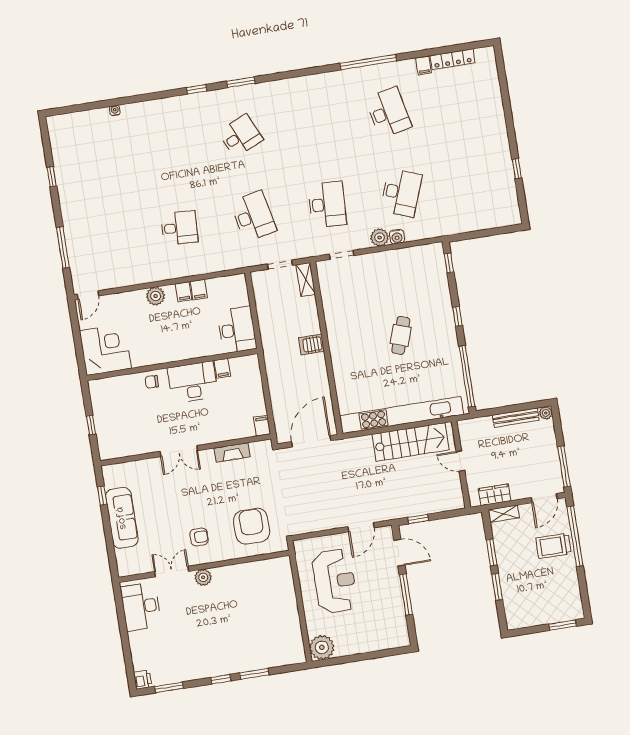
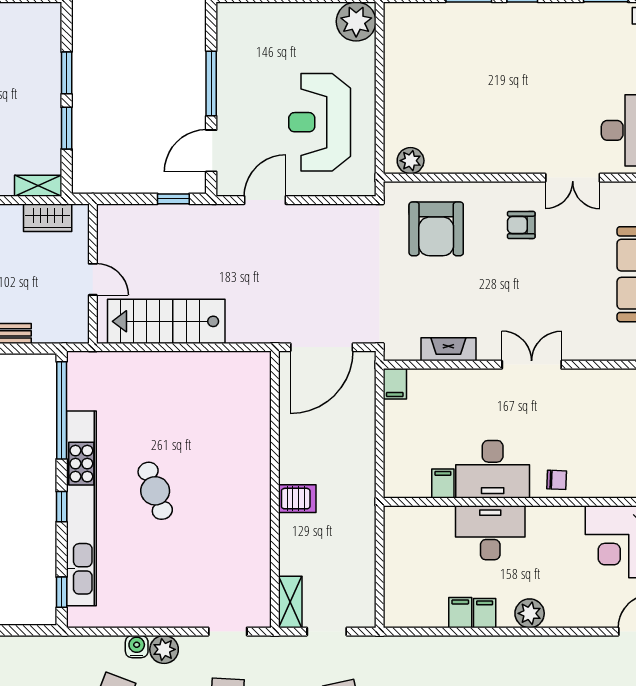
desk: (237, 330) -> (490, 533), moved, turned 90
cafe table: (401, 335) -> (155, 491), turned -39
kitchen unit: (402, 415) -> (81, 508), moved, turned -90
door: (399, 553) -> (211, 151), hinge flipped
plant: (203, 577) -> (411, 161), moved

